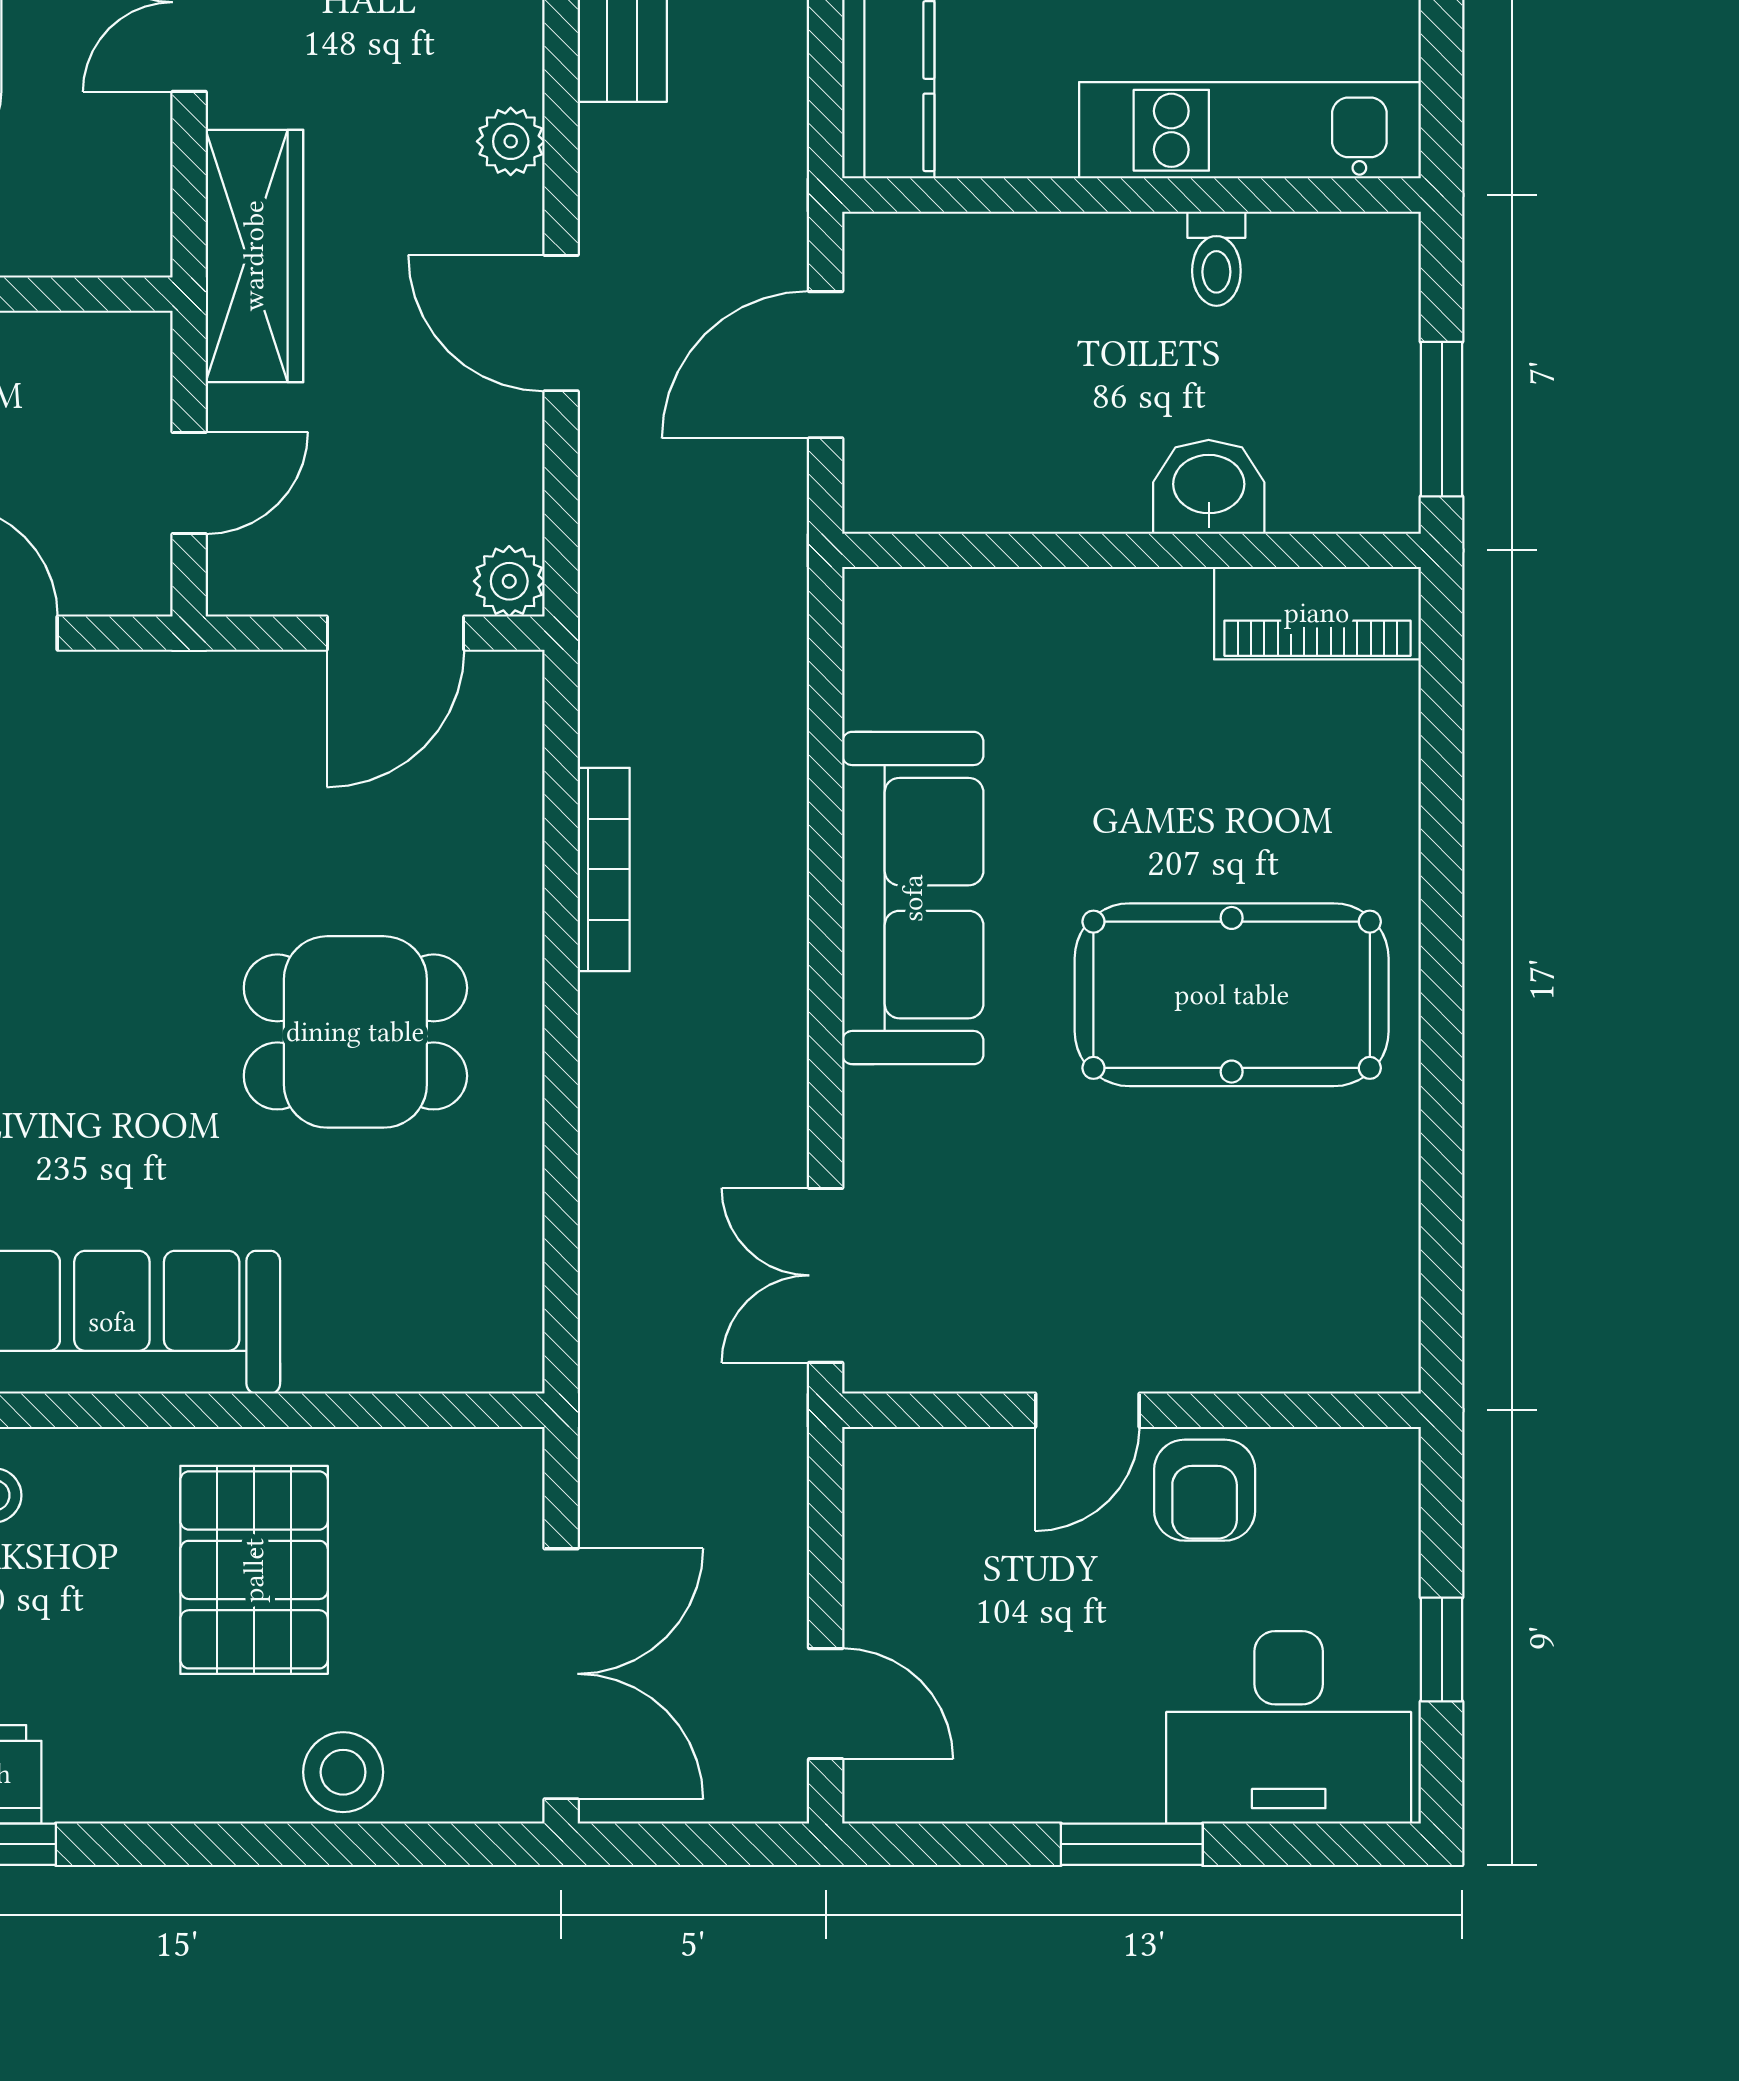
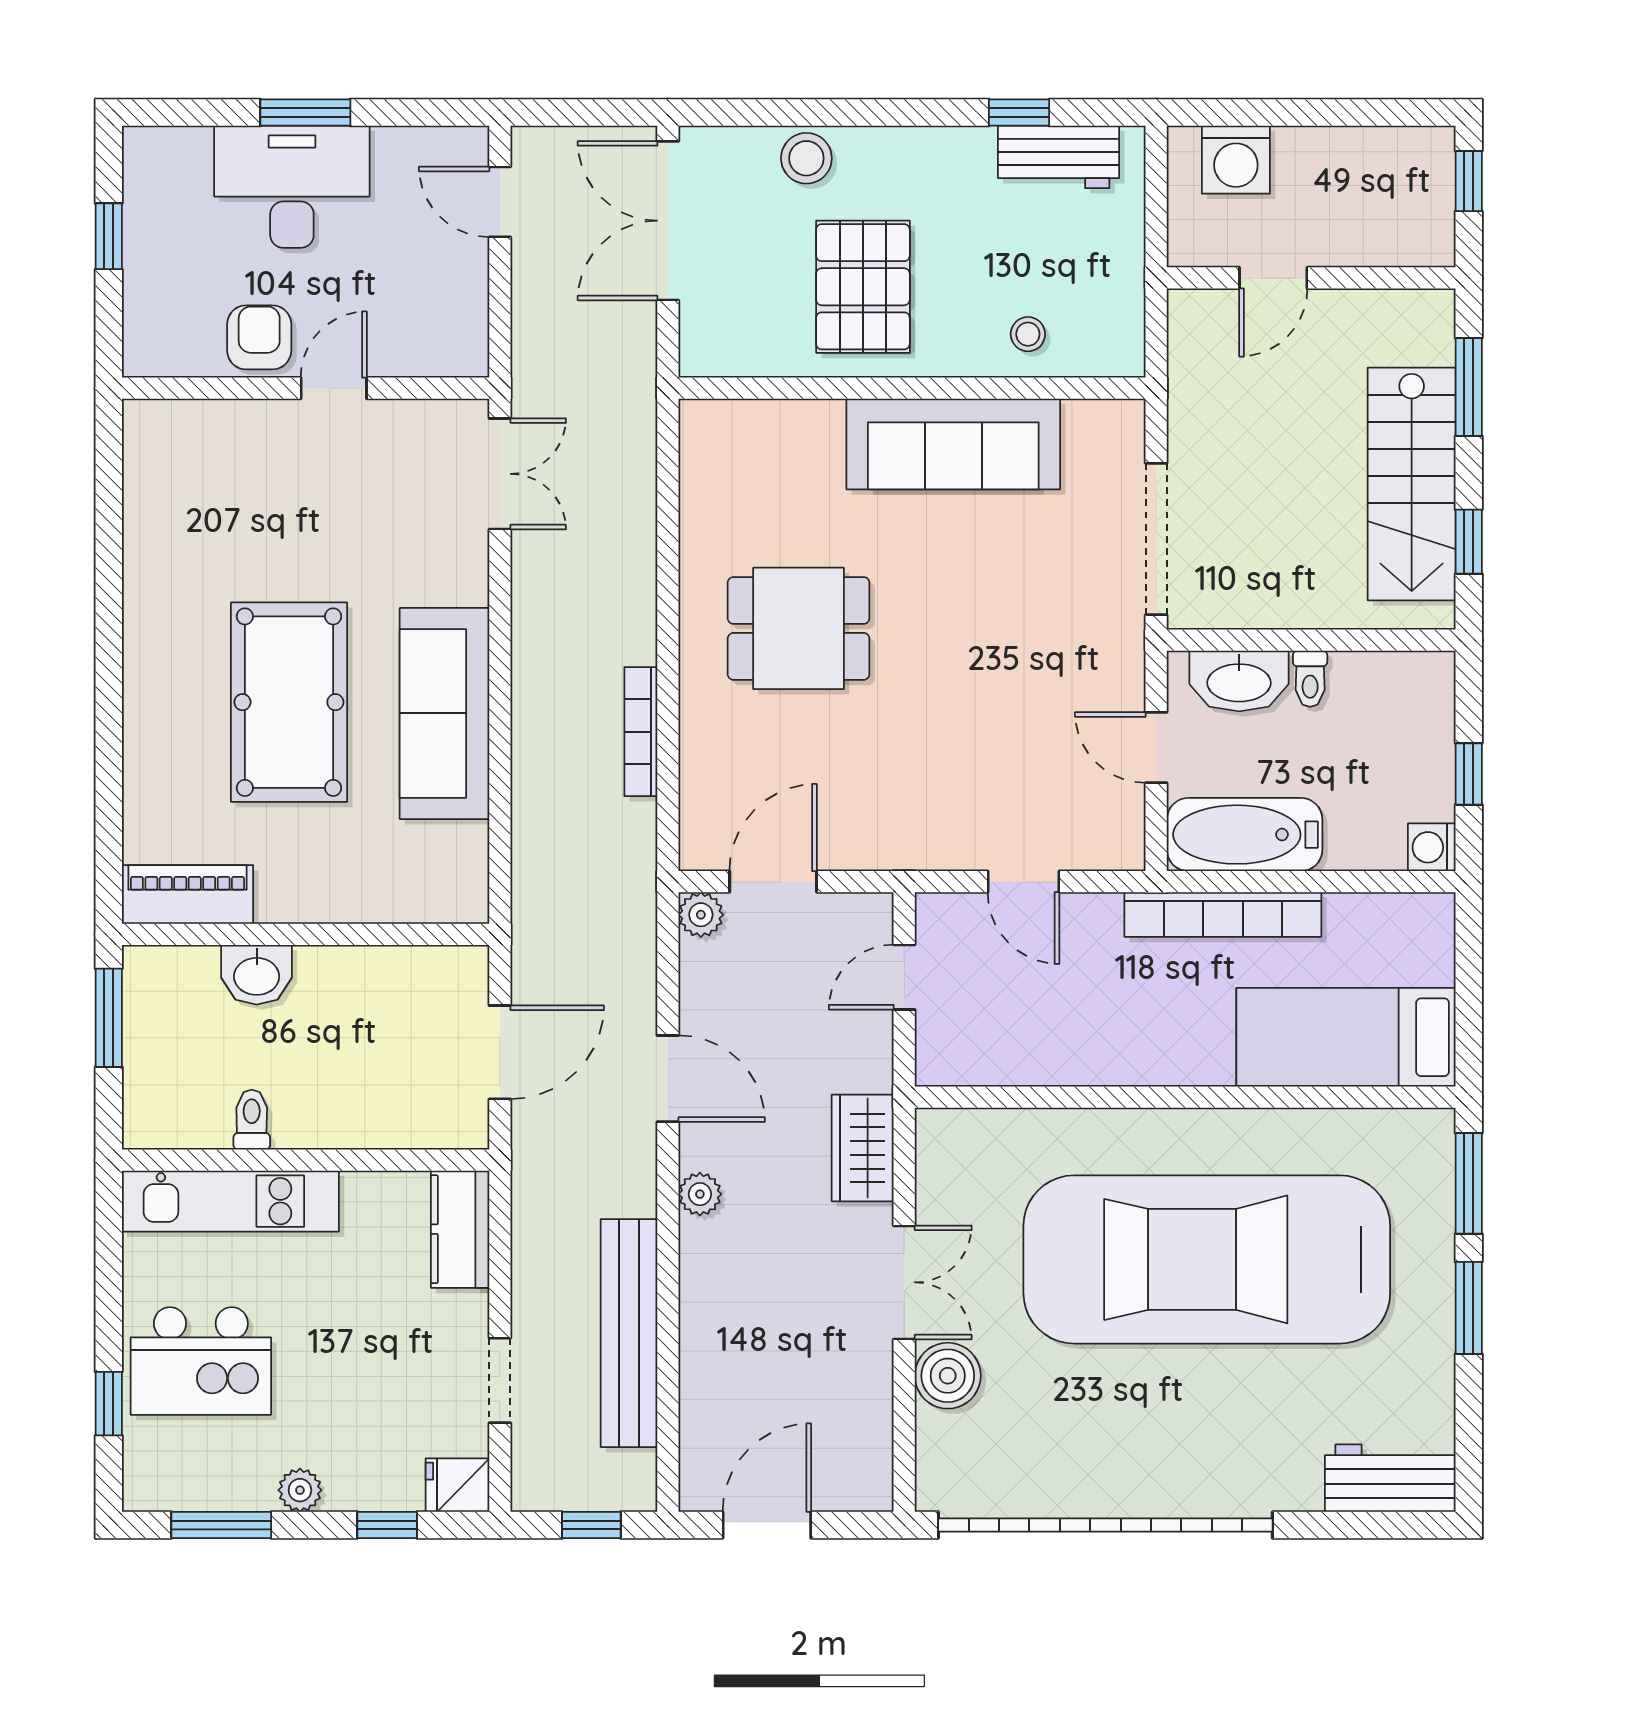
wardrobe: (254, 256) -> (863, 1148), width x0.67
pool table: (1232, 995) -> (289, 702), moved, turned 90
desk: (1289, 1727) -> (292, 187), moved

